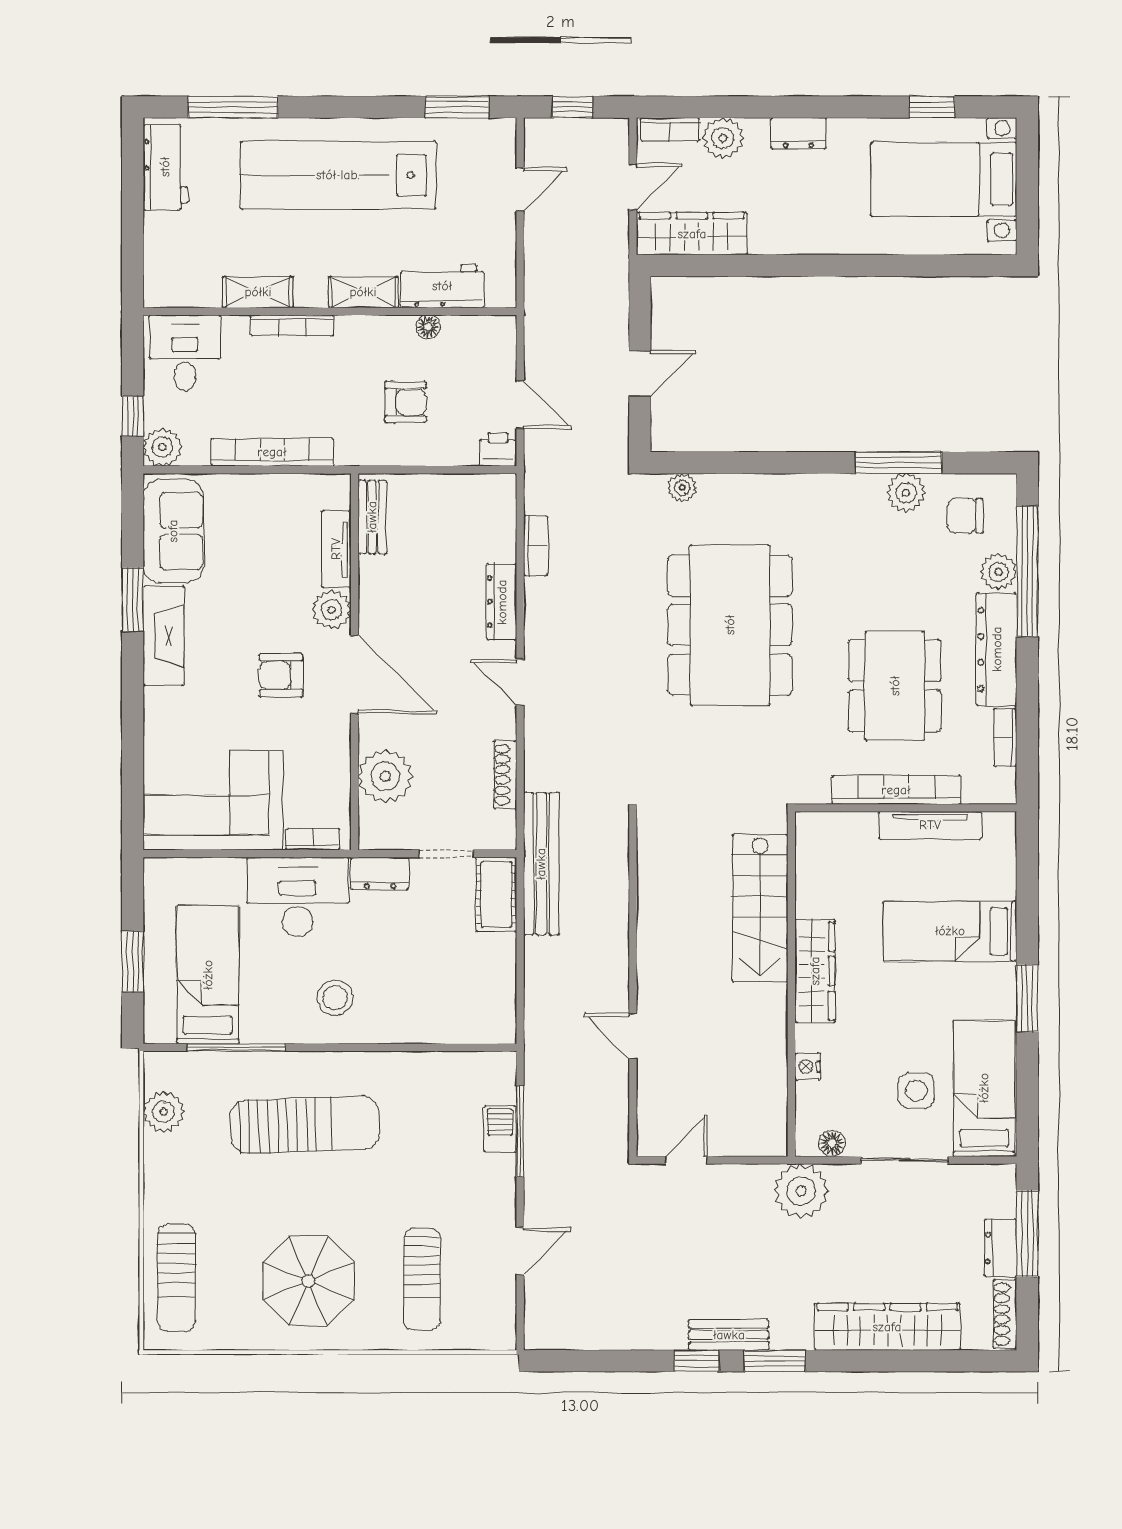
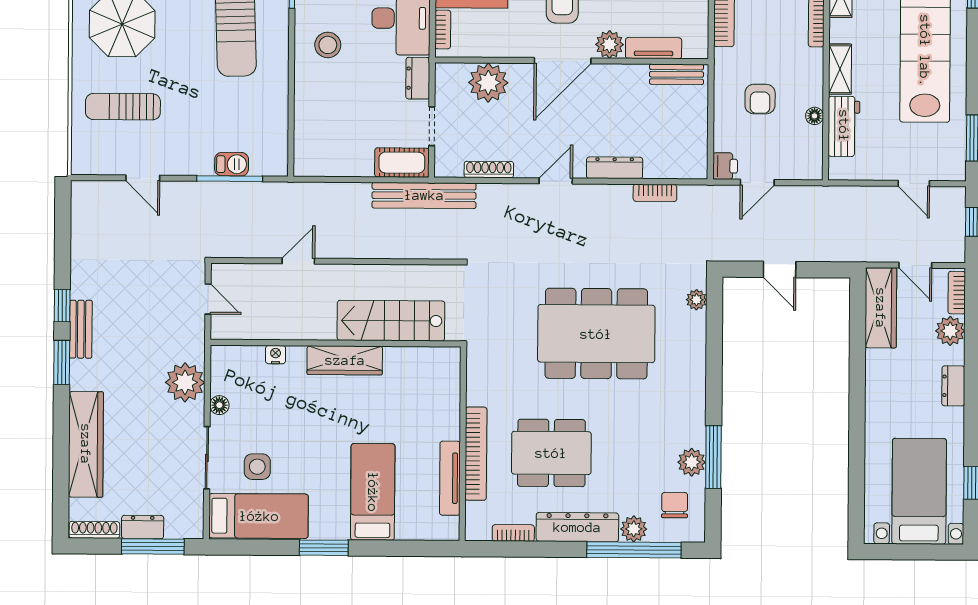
stairs: (760, 908) -> (391, 321), moved
wardrobe: (815, 971) -> (345, 360), moved
wall: (791, 984) -> (336, 343), moved
nightstand: (808, 1067) -> (276, 355), moved

